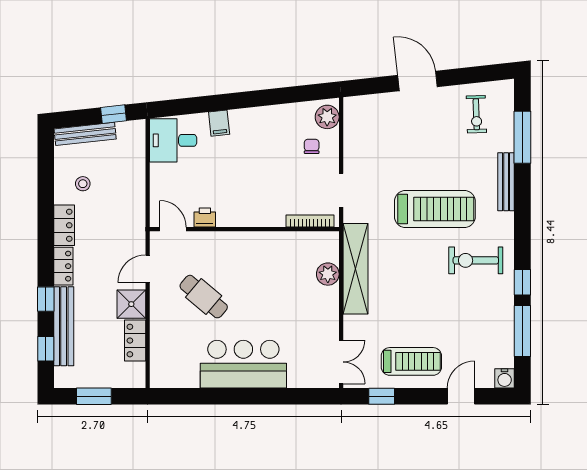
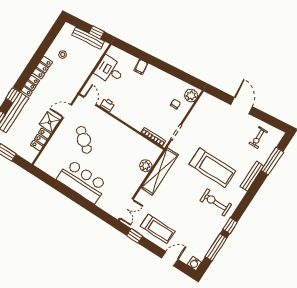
bench: (85, 134) -> (88, 38), moved
desk: (173, 140) -> (110, 70), moved

